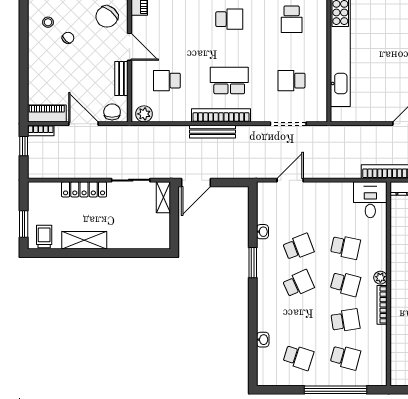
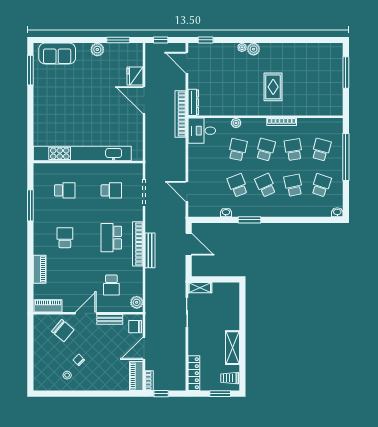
school desk: (292, 81) -> (111, 190), turned -90
door: (196, 183) -> (189, 244), moved
locker: (84, 189) -> (194, 373), moved
plant: (380, 278) -> (236, 123), moved
school desk: (298, 320) -> (293, 185), added
washbasin: (263, 340) -> (337, 212), moved

